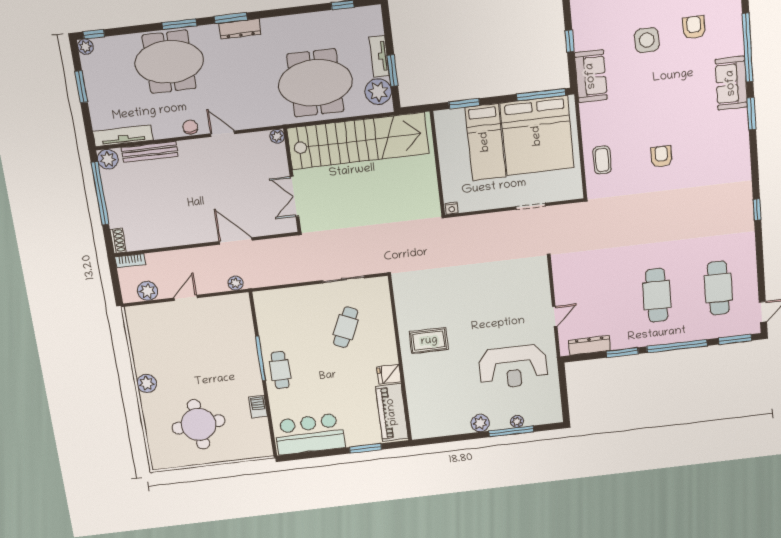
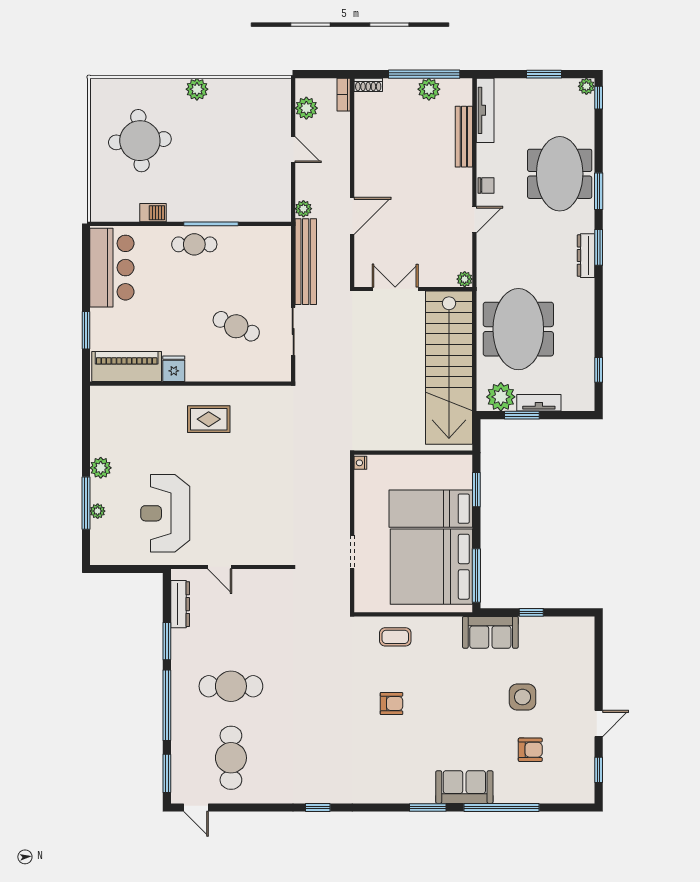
plant: (108, 159) -> (429, 89), moved
bench: (281, 276) -> (306, 262), added
cafe table: (718, 288) -> (231, 758), turned 90
rug: (429, 341) -> (209, 419), turned 90

